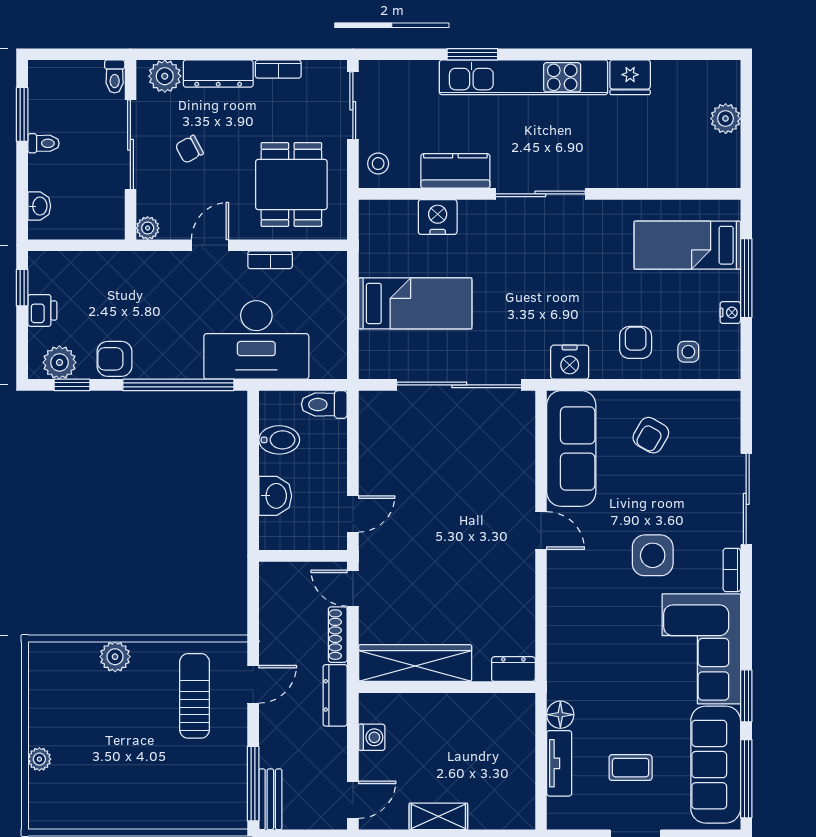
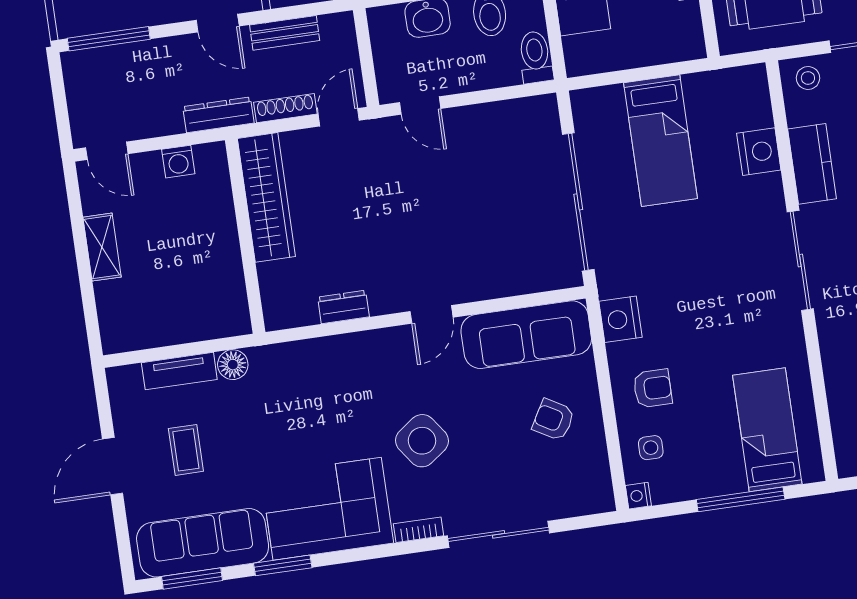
nightstand: (730, 313) -> (638, 496), moved, turned 90
side table: (653, 555) -> (422, 441), turned -36
dresser: (513, 669) -> (344, 307), moved, turned -90
window: (746, 779) -> (192, 578), width x0.69
bench: (270, 799) -> (285, 33), moved

